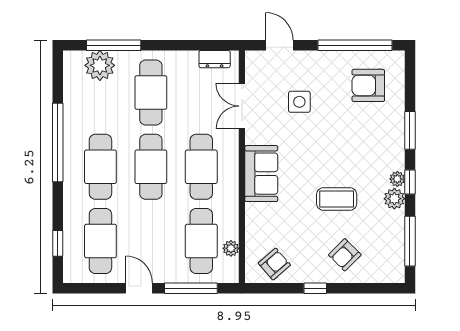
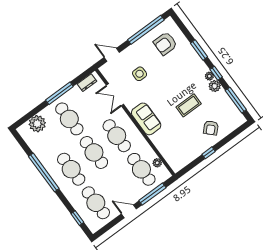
window: (114, 45) -> (59, 93), moved
armchair: (274, 264) -> (182, 155), removed

